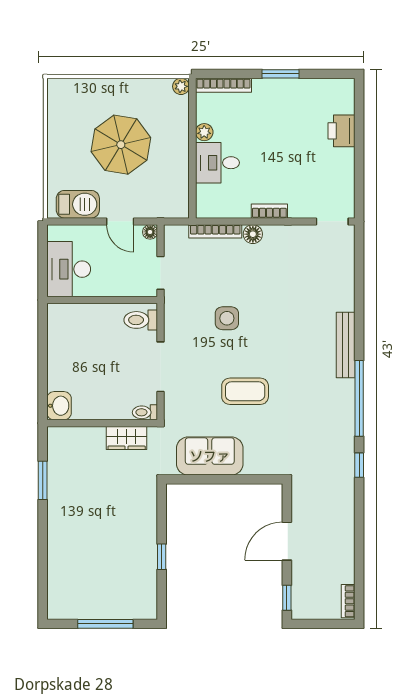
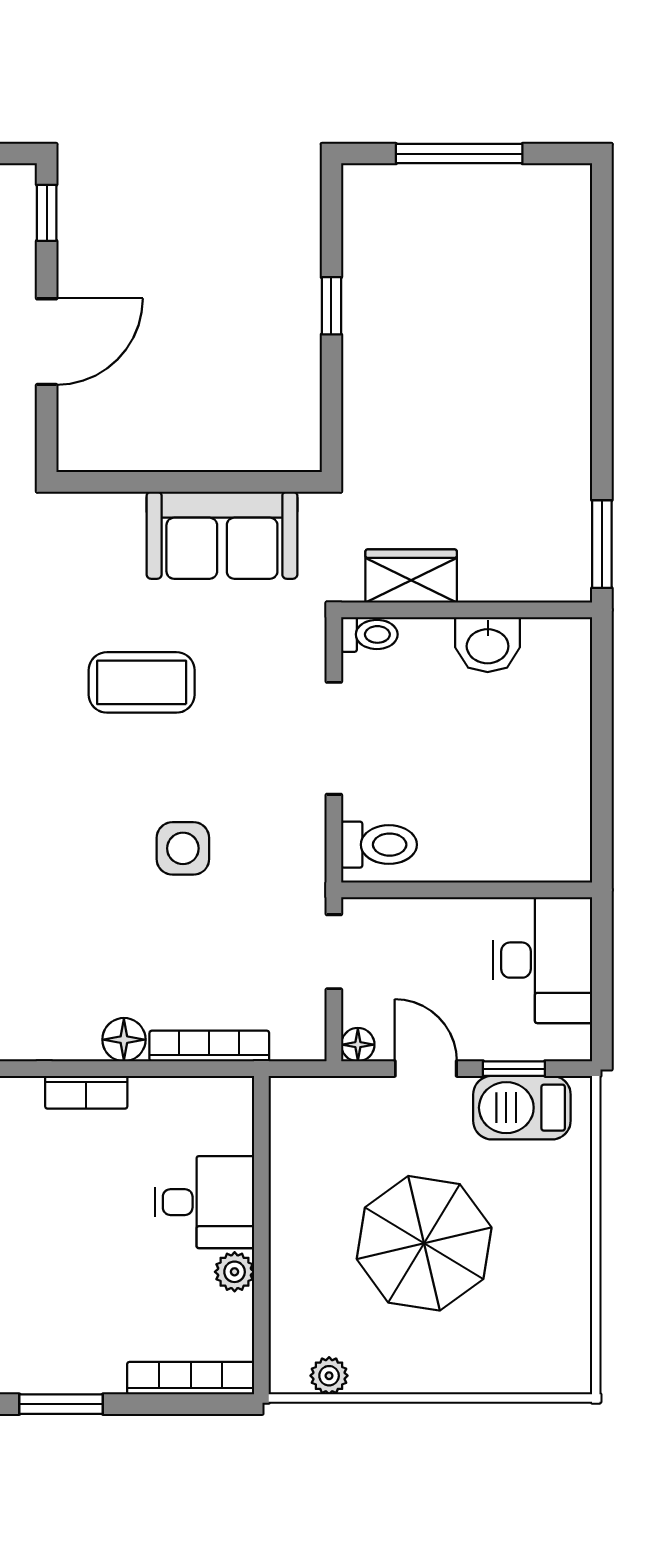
plant: (181, 86) -> (329, 1376), moved
window: (81, 221) -> (514, 1069), added
washbasin: (59, 406) -> (488, 645), moved, turned -90
window: (43, 480) -> (602, 544), moved

